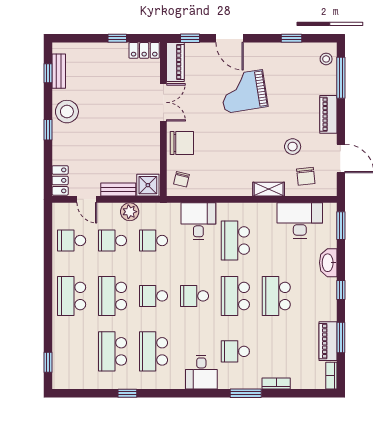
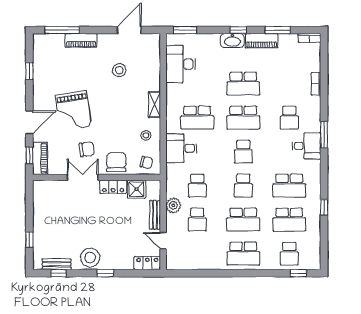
window: (117, 38) -> (29, 240), moved
locker: (144, 50) -> (113, 187), moved, turned 90
stool: (326, 59) -> (146, 135), moved
piano: (175, 62) -> (40, 158), moved, turned 90
piano: (328, 114) -> (81, 40), moved
chair: (306, 176) -> (87, 149), moved
shower: (148, 185) -> (137, 189), moved
shelving: (269, 189) -> (155, 104), moved
door: (87, 199) -> (163, 241), swing flipped
school desk: (72, 240) -> (289, 254), moved
washbasin: (328, 263) -> (232, 41), moved
piano: (328, 341) -> (261, 41), moved
window: (246, 393) -> (324, 135), moved

